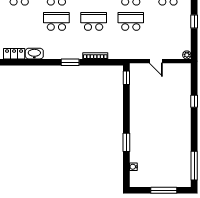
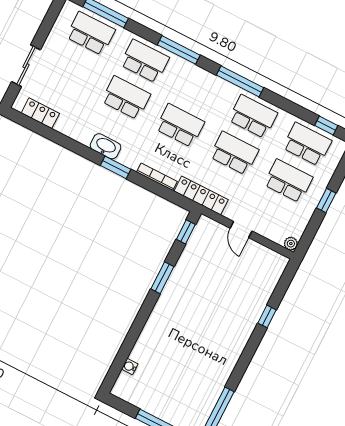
school desk: (168, 21) -> (288, 181), added
washbasin: (34, 54) -> (105, 146), moved
locker: (125, 54) -> (201, 195), added
window: (126, 142) -> (162, 278), moved

